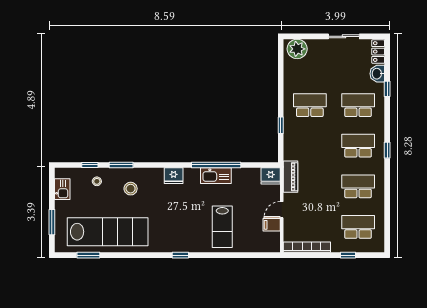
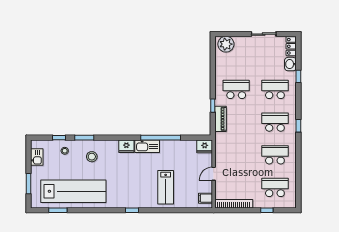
kitchen sink: (216, 176) -> (147, 146), moved
piano: (290, 177) -> (221, 119), moved
filing cabinet: (272, 225) -> (205, 198), moved

